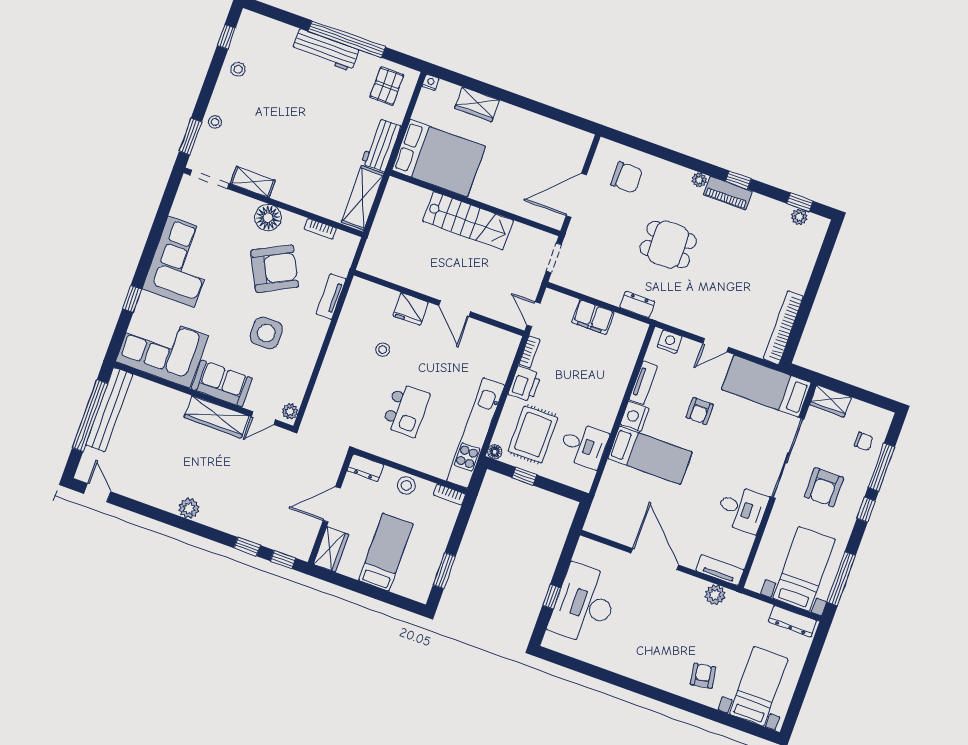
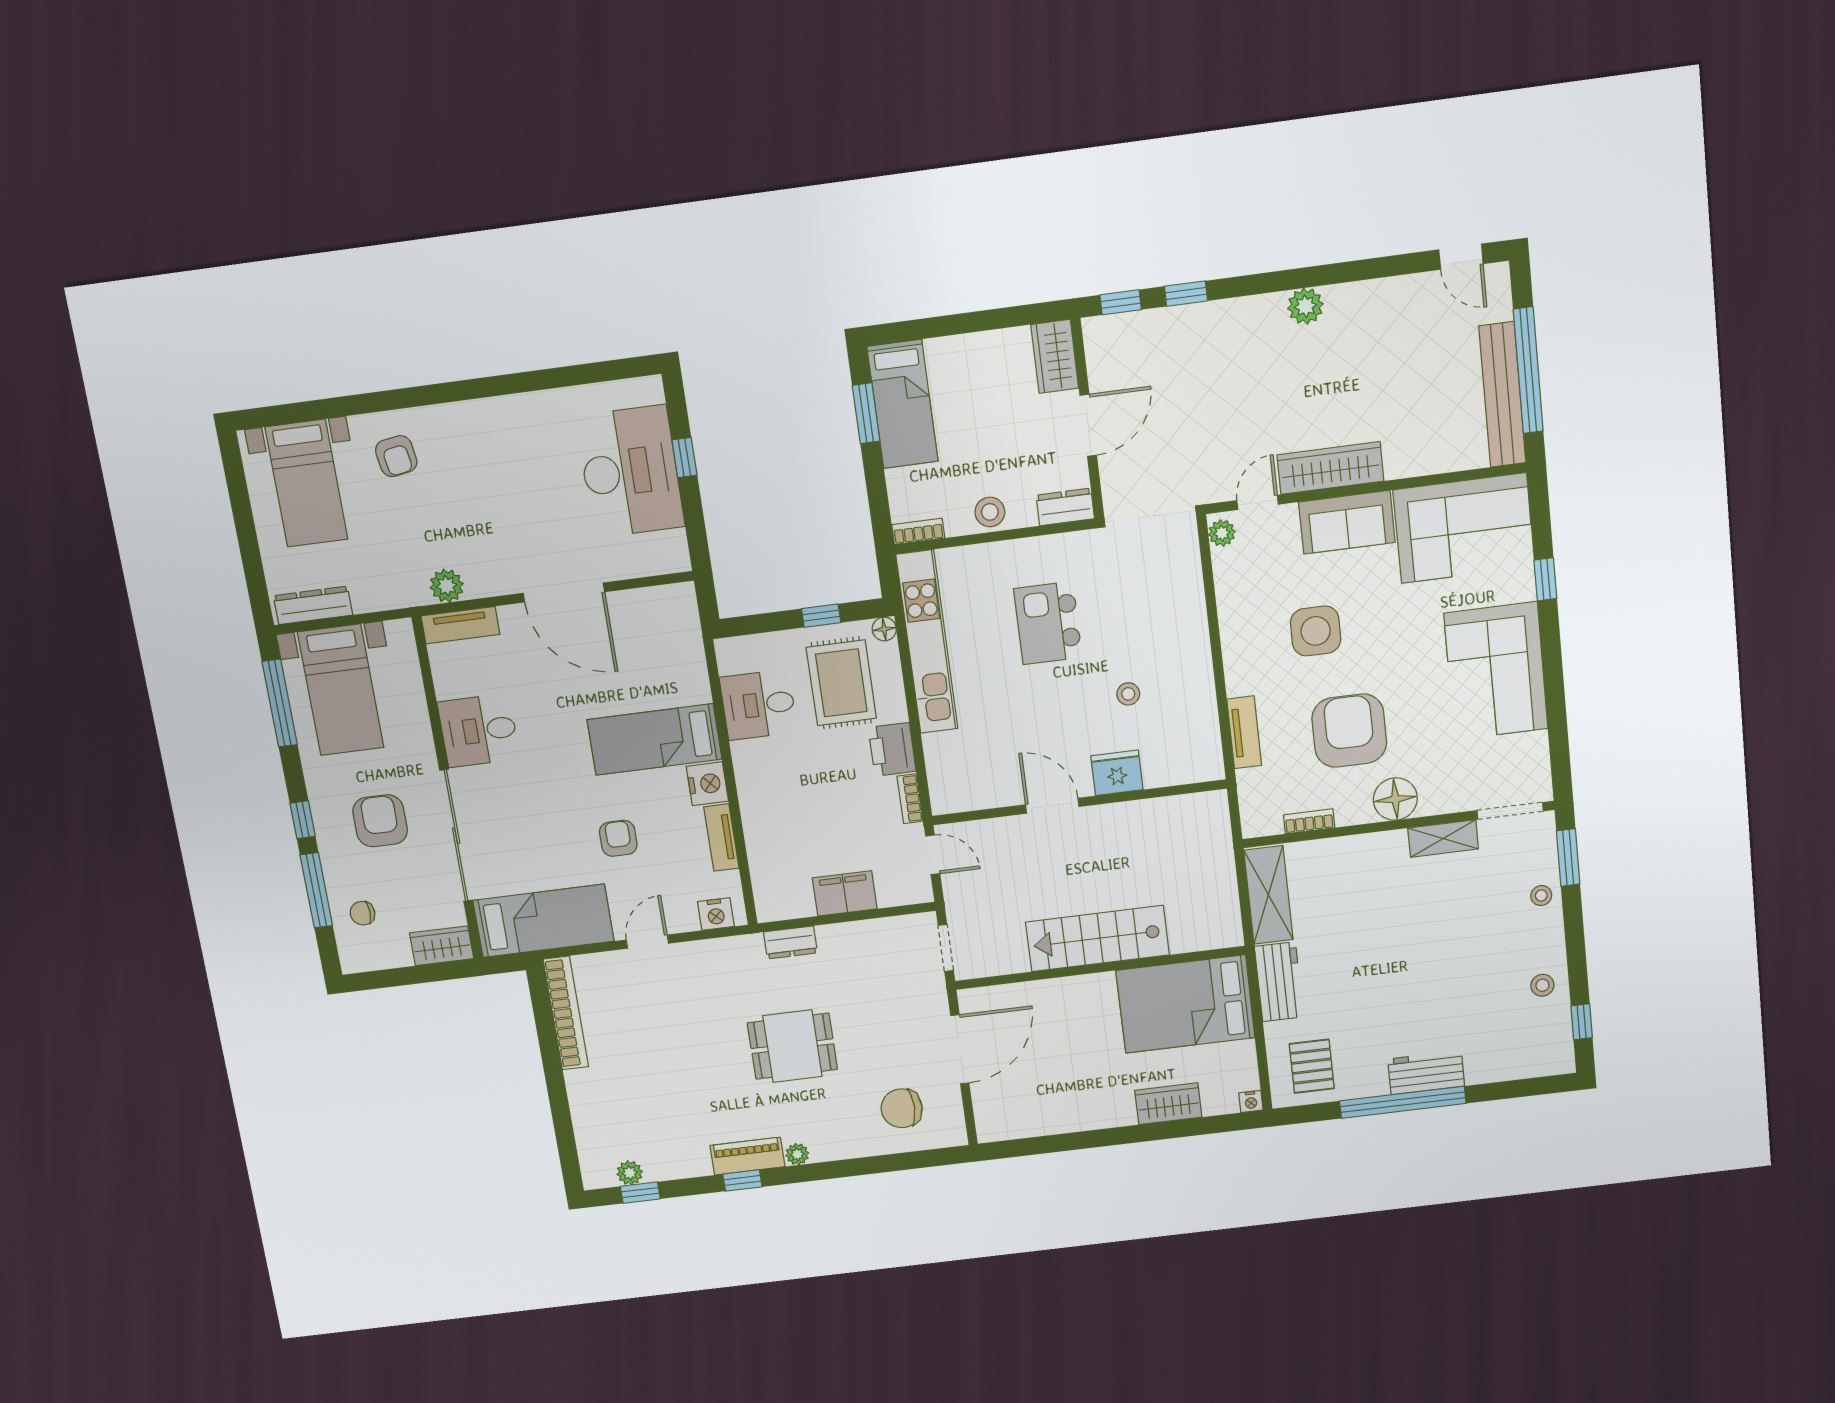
workbench: (326, 50) -> (1426, 1073), width x0.73
armchair: (275, 269) -> (1349, 731), turned 117
bed: (386, 552) -> (903, 404), moved

